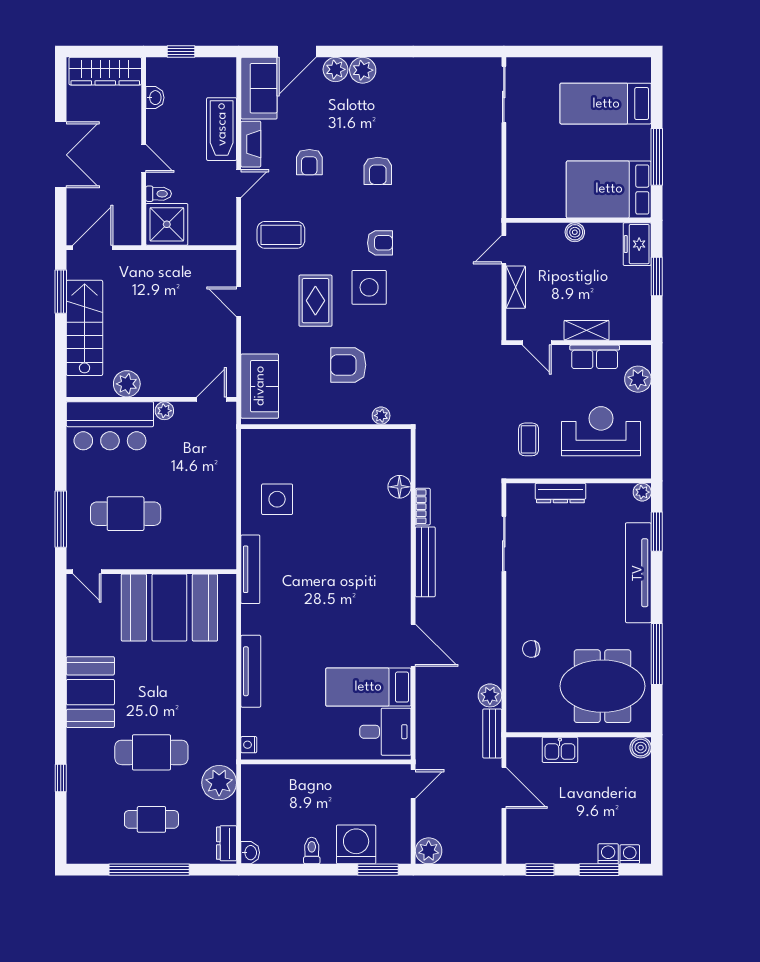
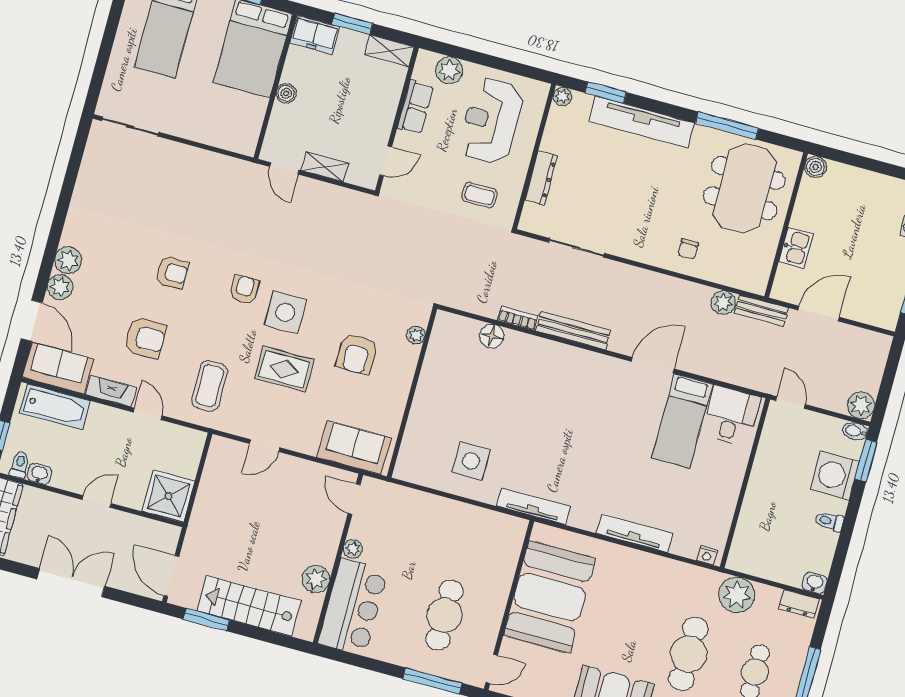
bathtub: (222, 129) -> (55, 407), moved
armchair: (309, 162) -> (145, 338), width x1.38, depth x1.38
toilet: (159, 194) -> (20, 465), moved
shelving: (586, 330) -> (389, 51), moved, turned 90
bidet: (403, 852) -> (855, 431), added

